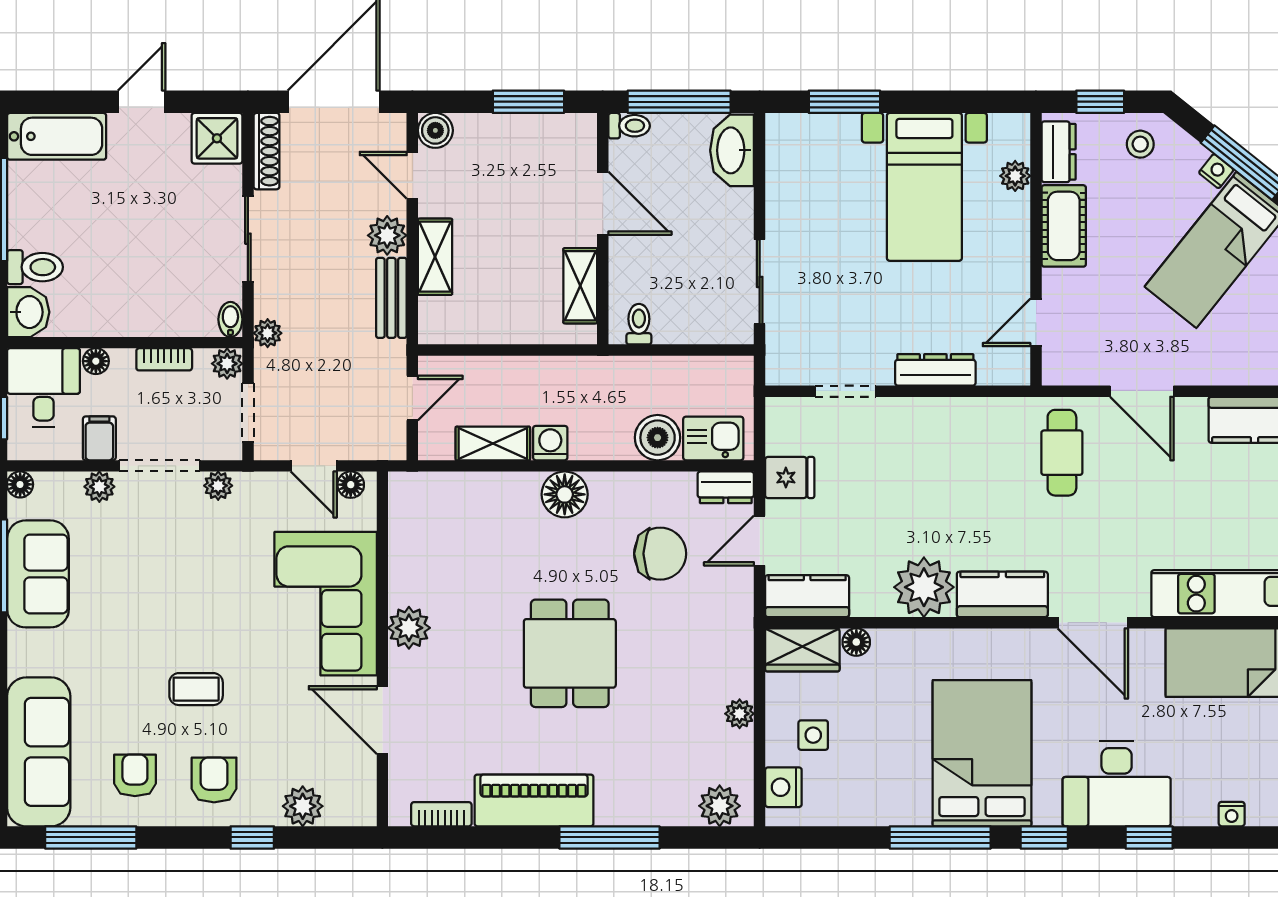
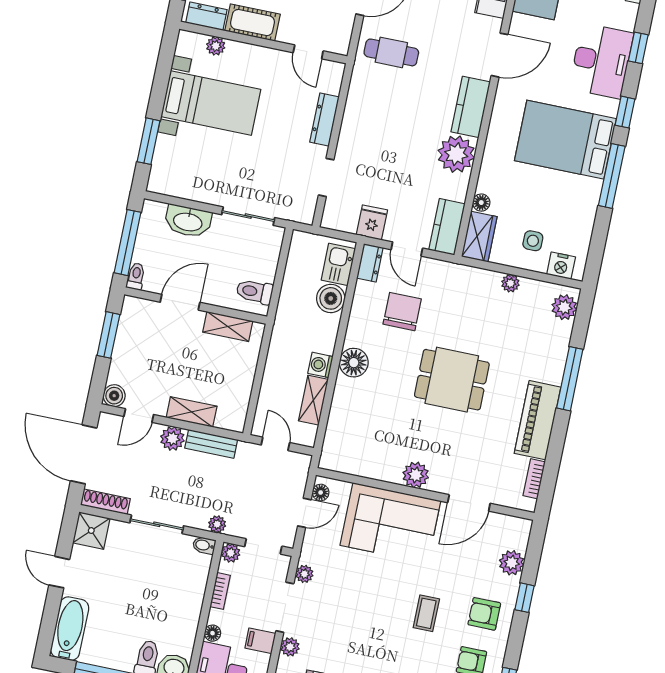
washbasin: (732, 150) -> (188, 221), moved
toilet: (639, 324) -> (255, 292), width x1.37, depth x1.39

